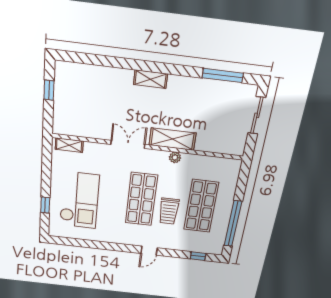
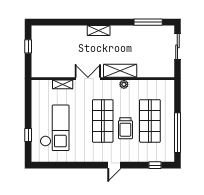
shelving: (69, 145) -> (63, 84), moved

